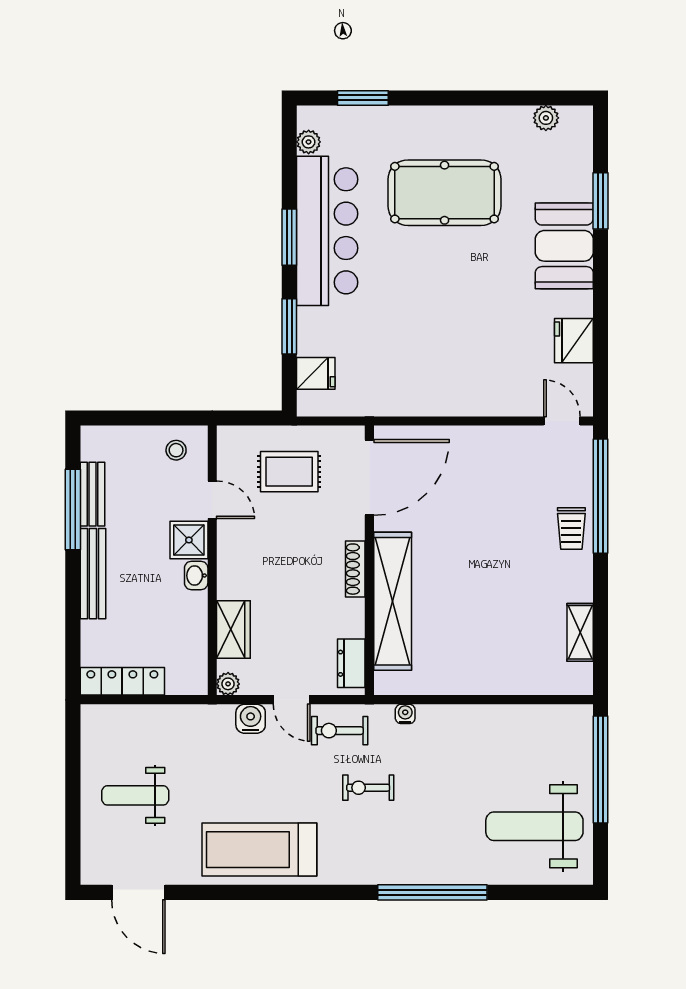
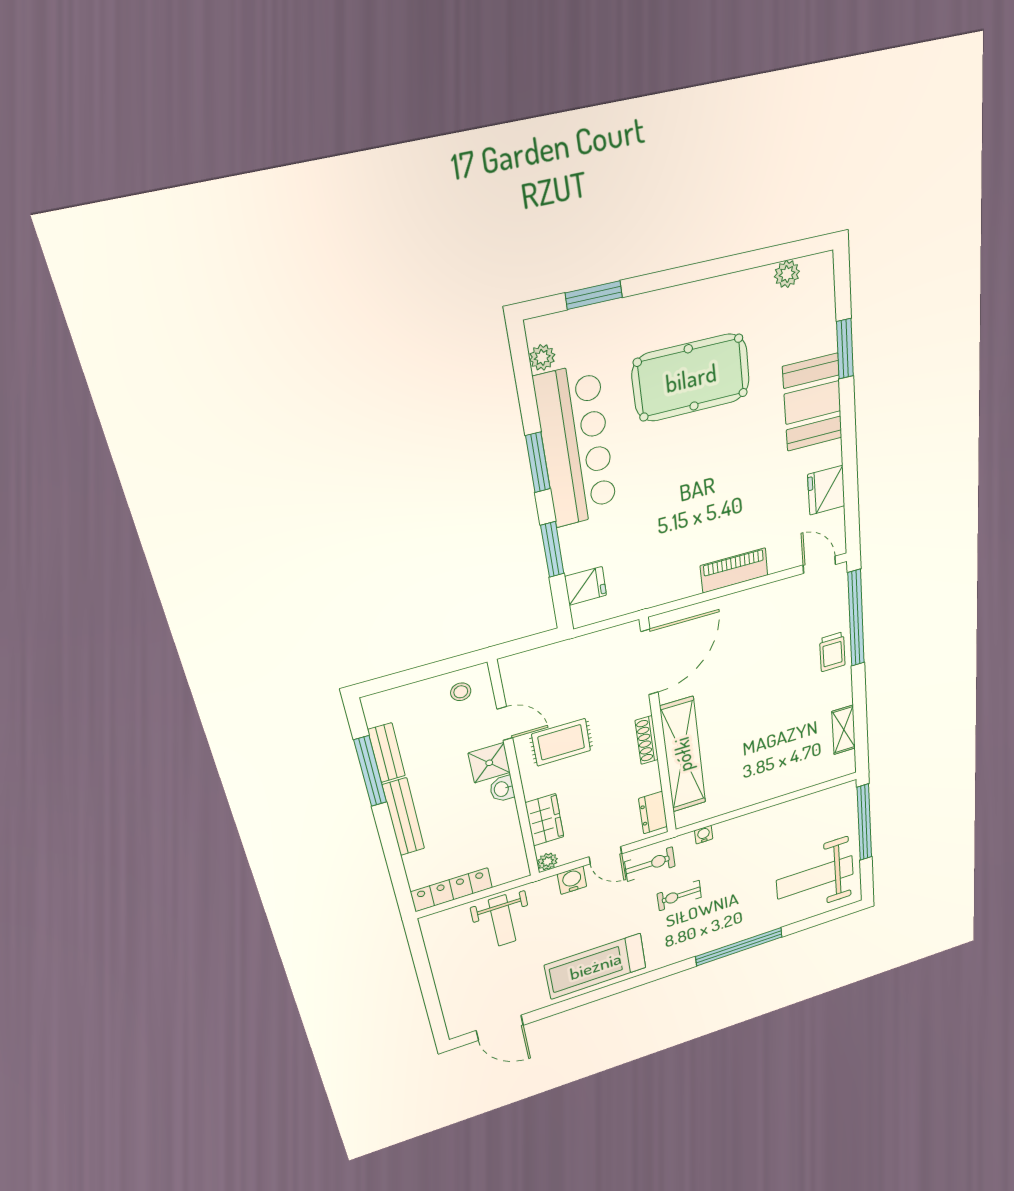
piano: (469, 401) -> (734, 570), added
rug: (289, 472) -> (561, 742), moved
exercise bike: (340, 731) -> (650, 864), turned 180
weight bench: (135, 795) -> (502, 921), moved, turned -90

